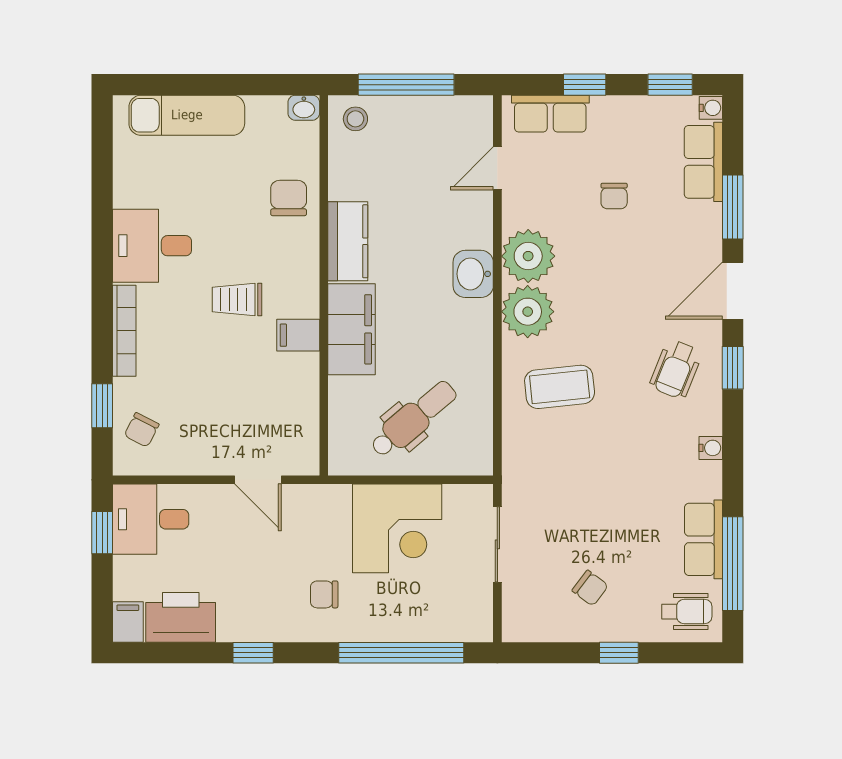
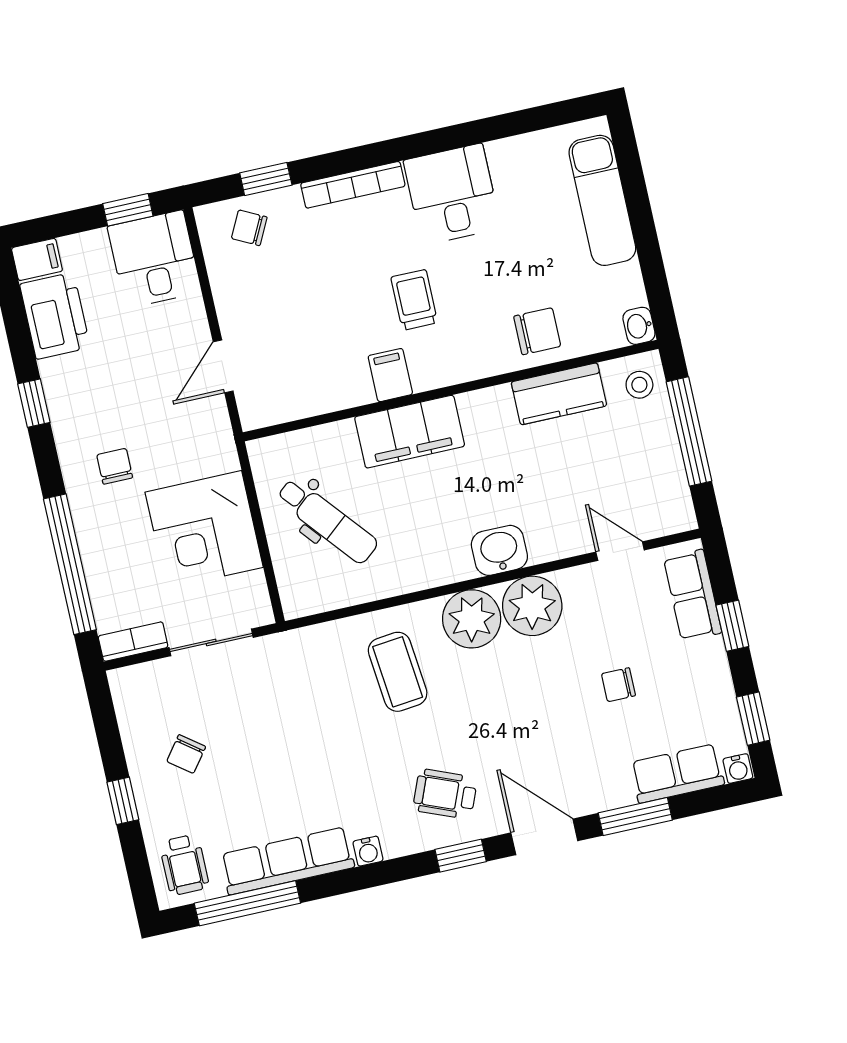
kitchen counter: (348, 241) -> (559, 394), moved
row of seats: (704, 539) -> (287, 861), width x1.48
bookcase: (481, 613) -> (133, 642), added

